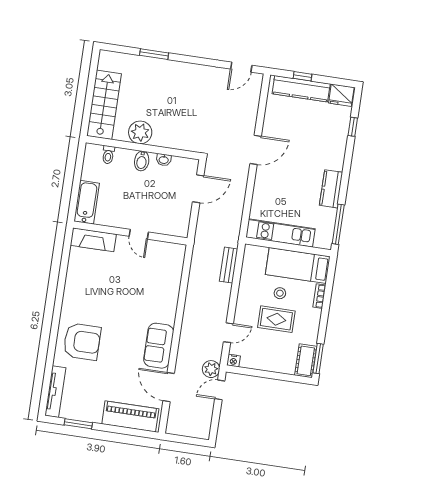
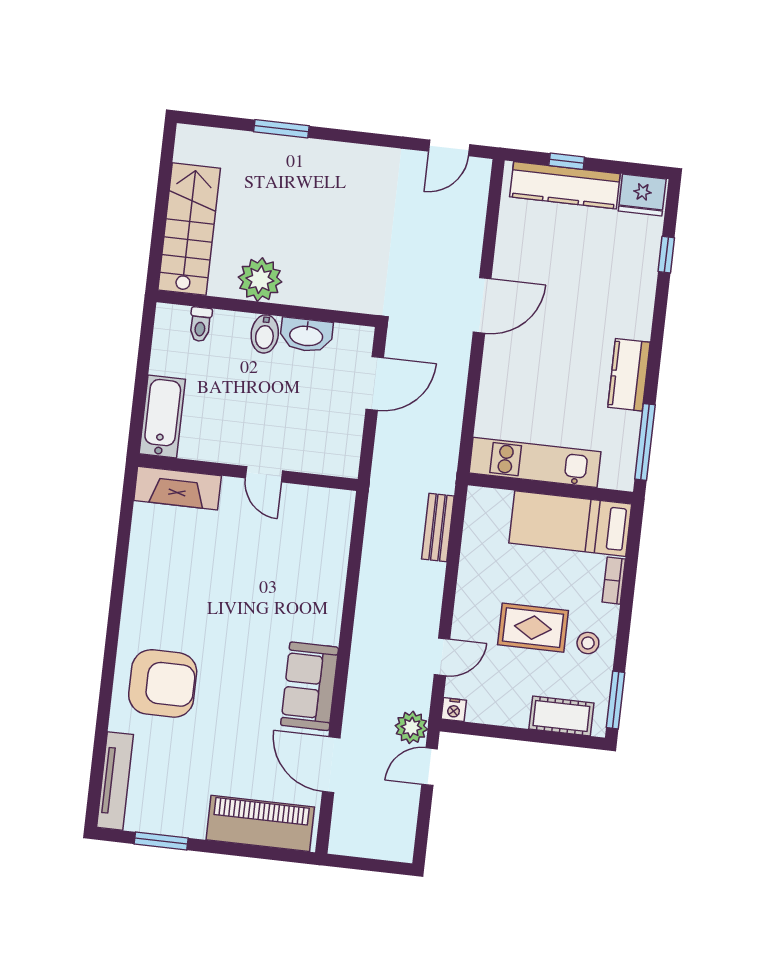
washbasin: (164, 160) -> (306, 335), width x1.91, depth x1.45
stool: (280, 293) -> (588, 643), moved
cot: (306, 361) -> (561, 716), moved, turned 90

